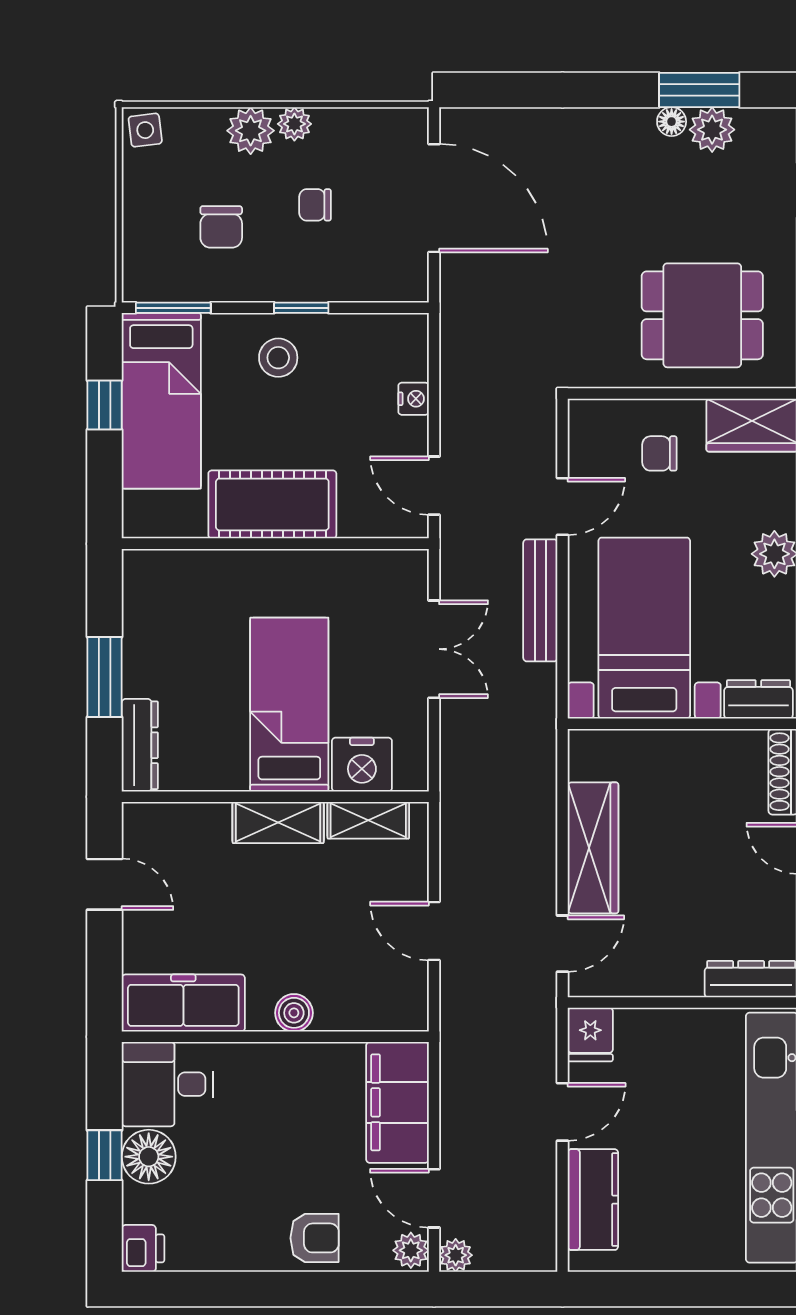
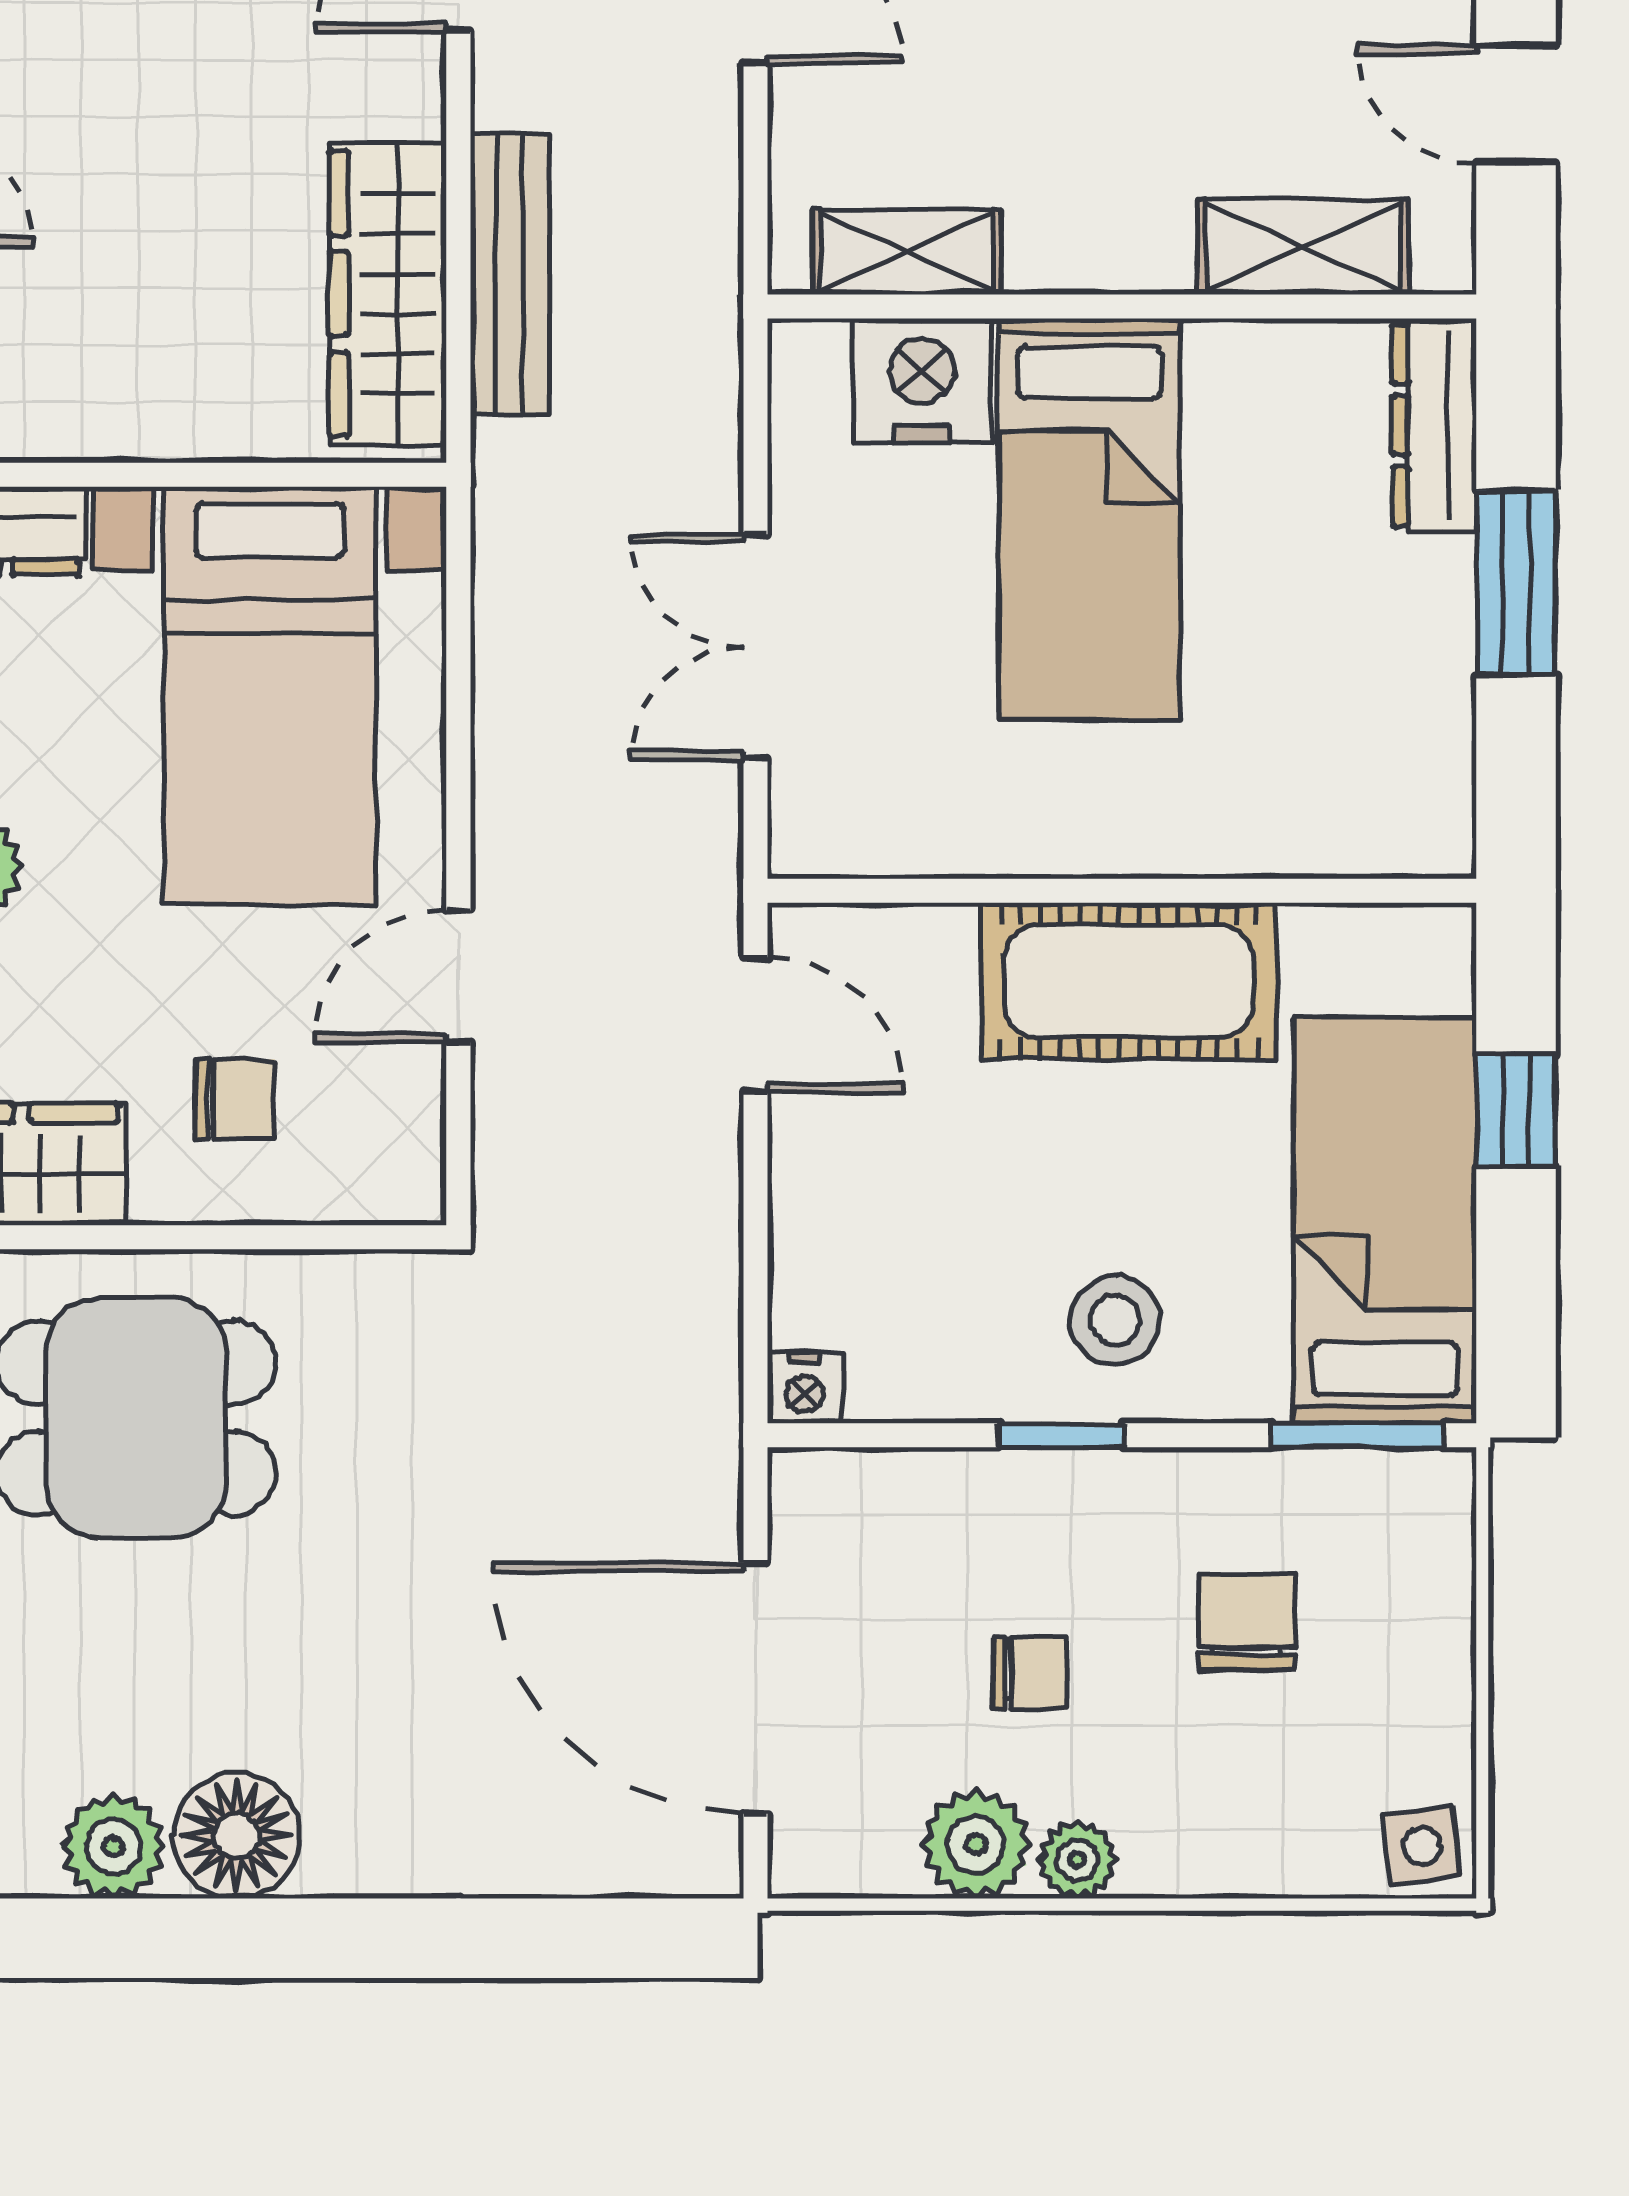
window: (699, 90) -> (143, 1938), removed
floor lamp: (672, 122) -> (236, 1836), width x1.89, depth x1.89
plant: (251, 131) -> (976, 1844), moved
nightstand: (414, 399) -> (805, 1388), moved, turned -90
window: (105, 405) -> (1516, 1110), moved
bench: (540, 600) -> (510, 274), moved
shelving: (278, 822) -> (1303, 247), moved
wardrobe: (593, 848) -> (388, 294), moved

